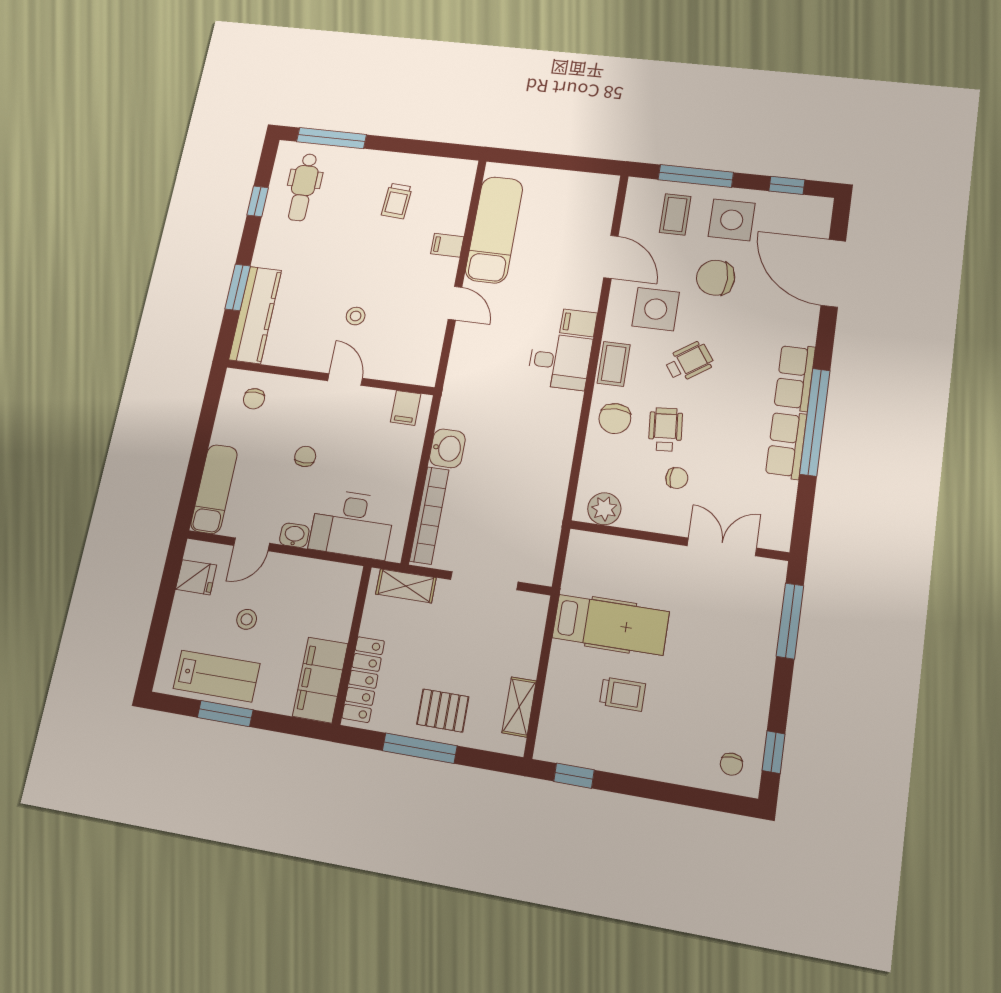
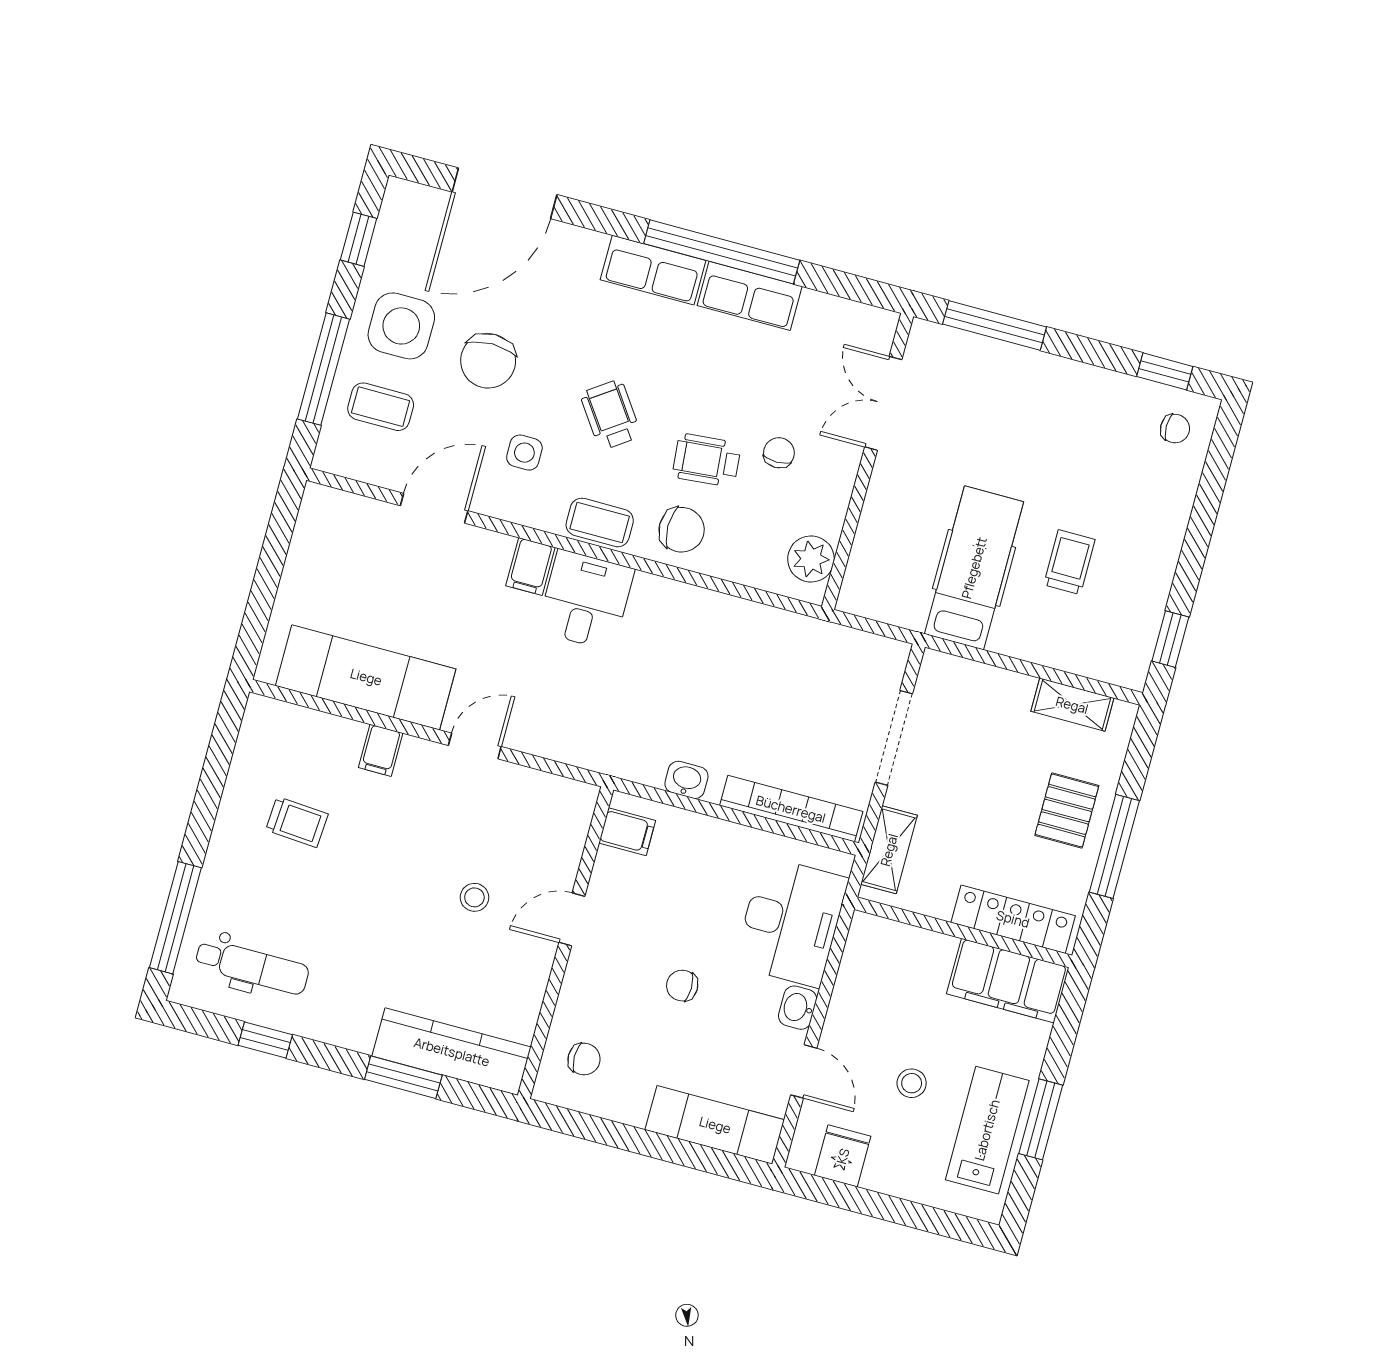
side table: (656, 309) -> (524, 453), width x0.54, depth x0.54
washbasin: (447, 448) -> (686, 780), width x0.72, depth x0.69

